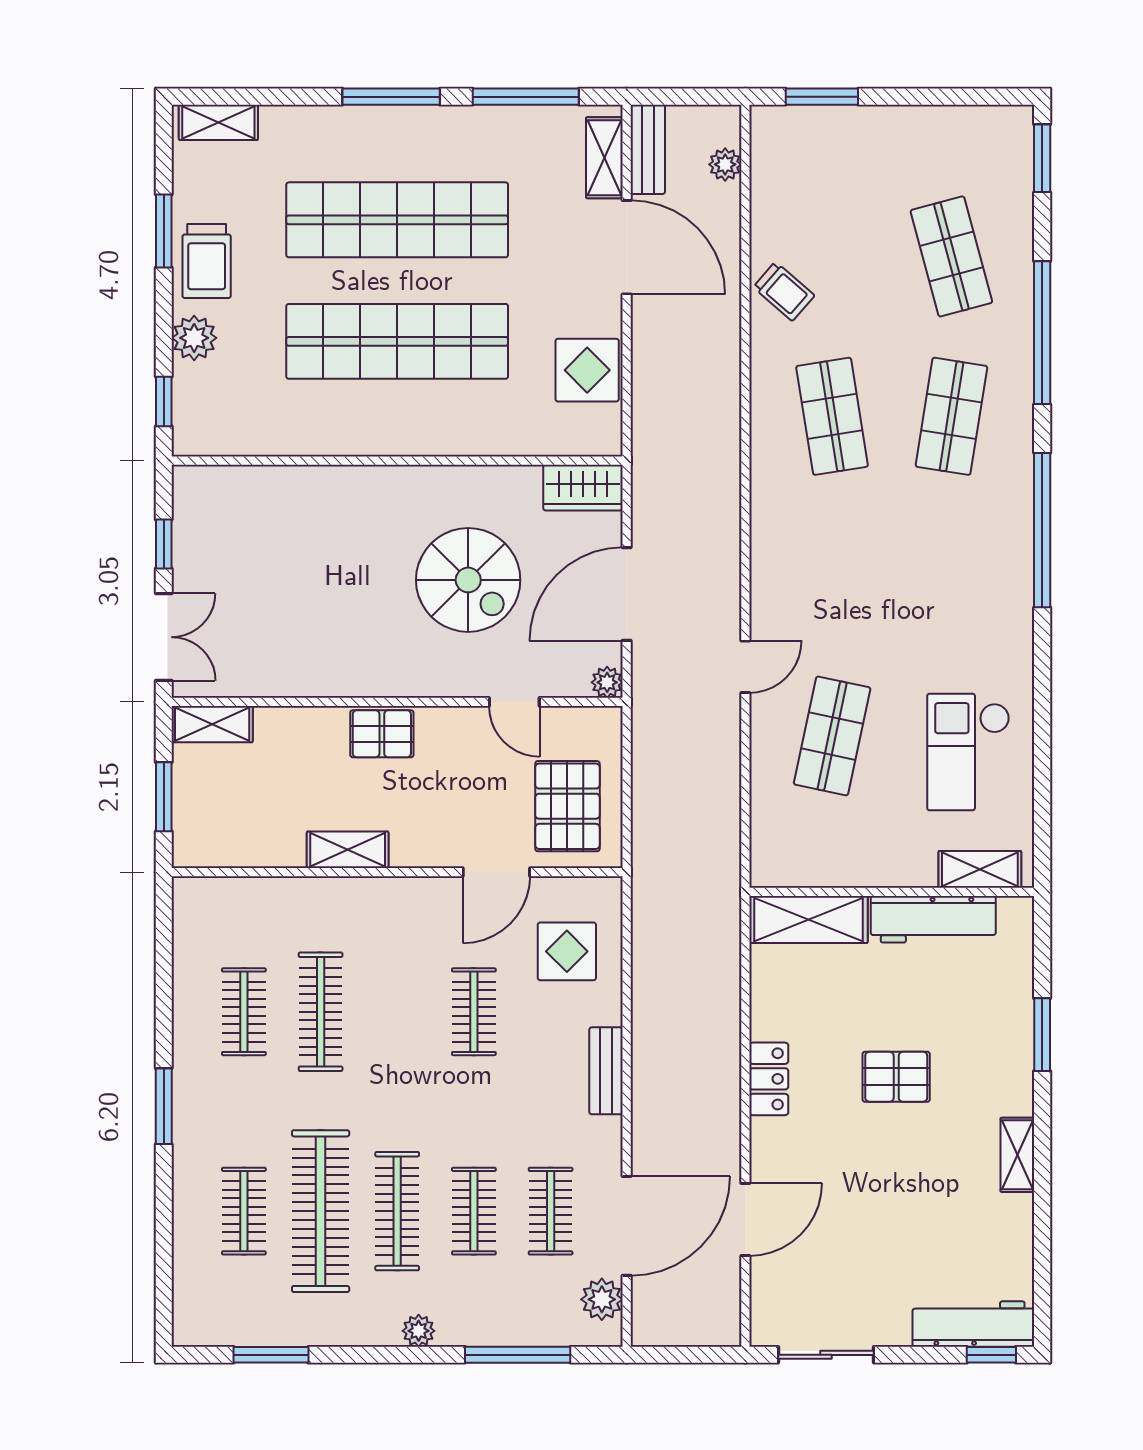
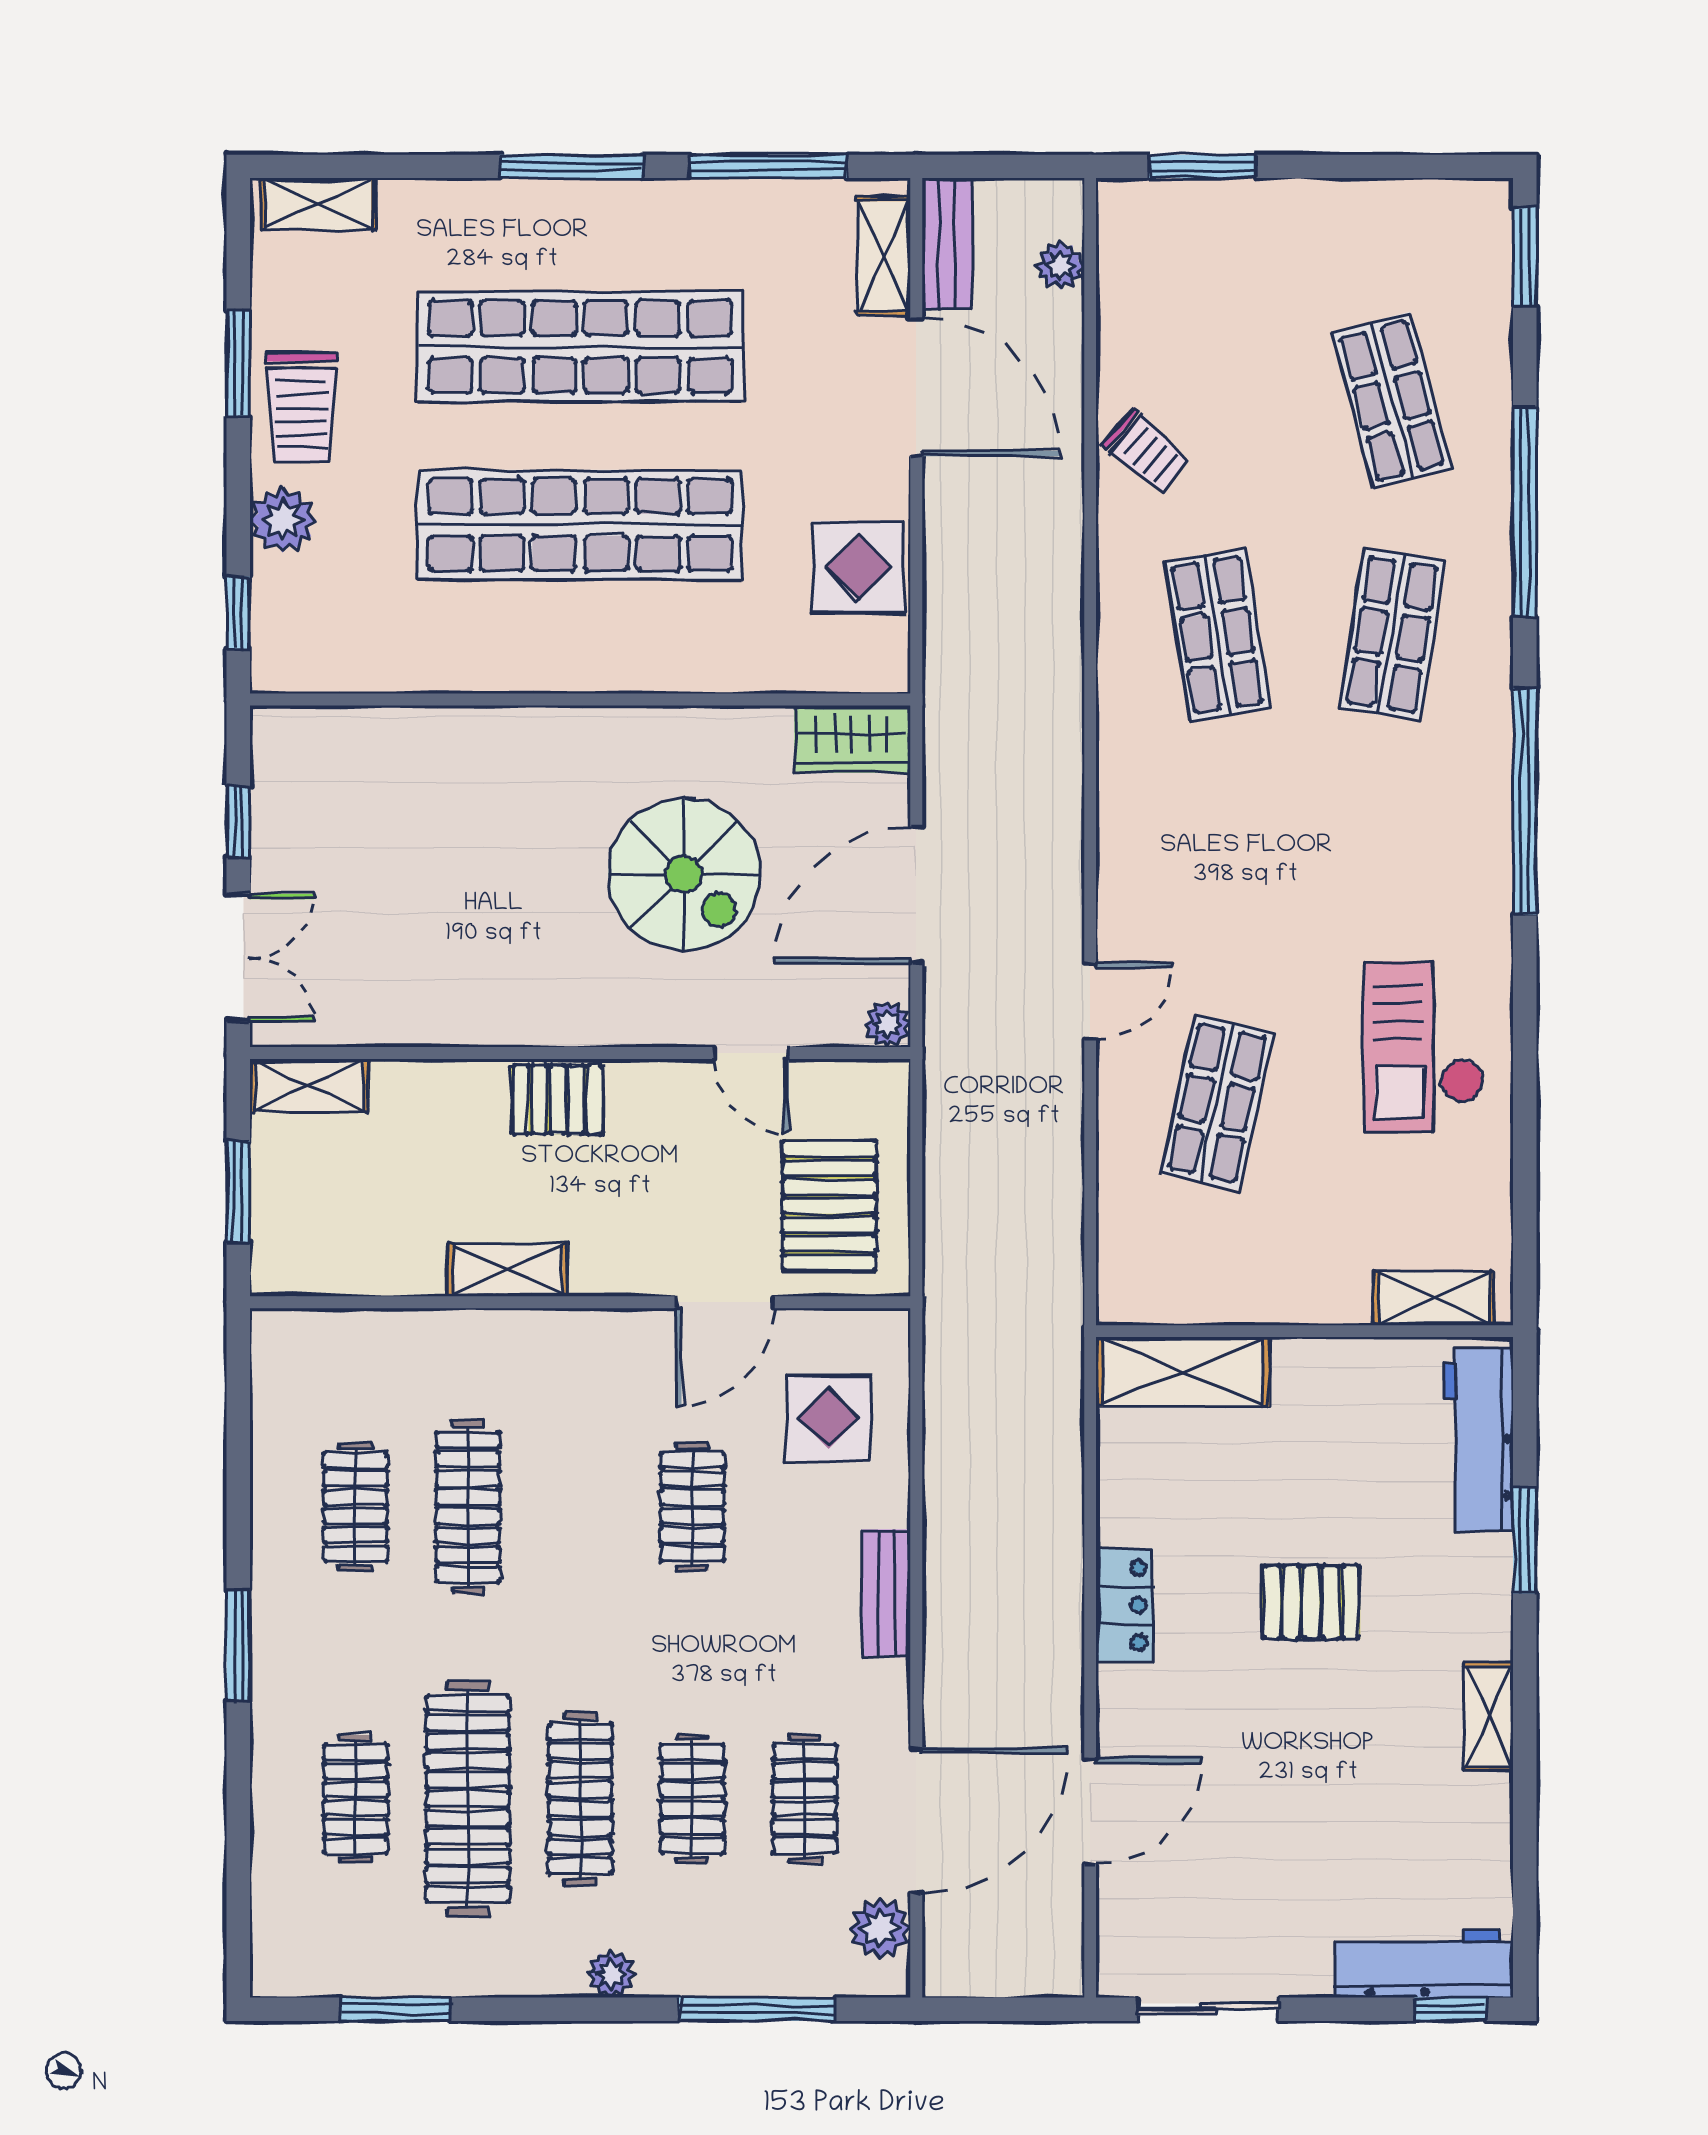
checkout: (968, 752) -> (1423, 1047), moved
workbench: (933, 919) -> (1479, 1440), moved, turned 90

